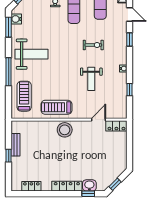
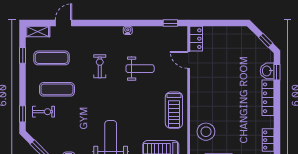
window: (130, 40) -> (93, 23), removed
window: (130, 90) -> (170, 23), moved
stool: (65, 130) -> (206, 132), moved

